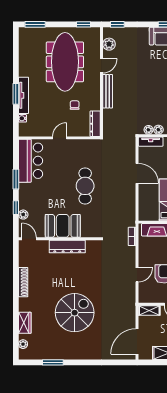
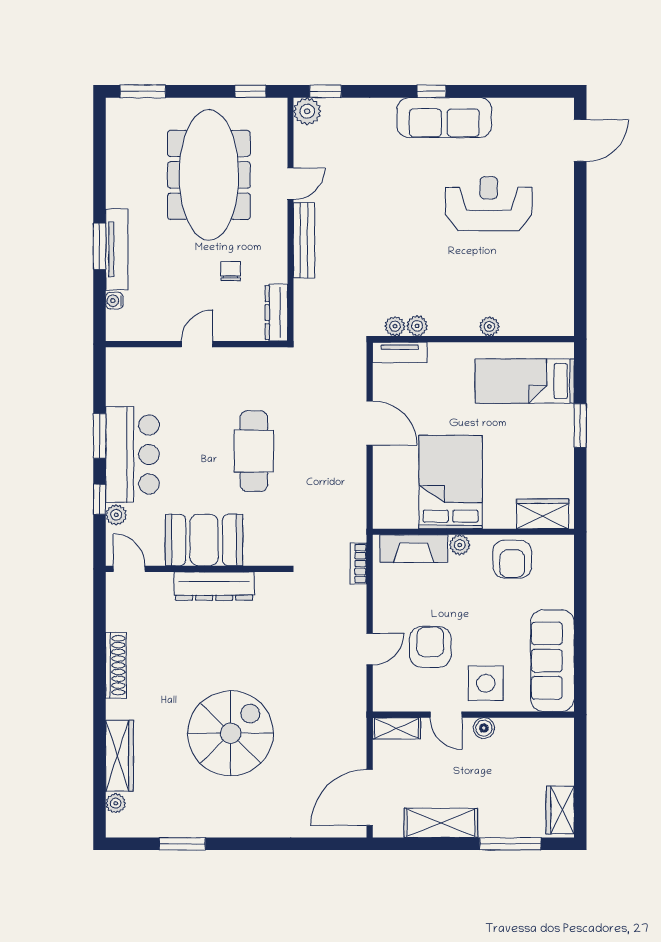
plant: (109, 44) -> (307, 111), moved
bar counter: (31, 161) -> (132, 454), moved
wardrobe: (25, 323) -> (119, 756), width x1.50

